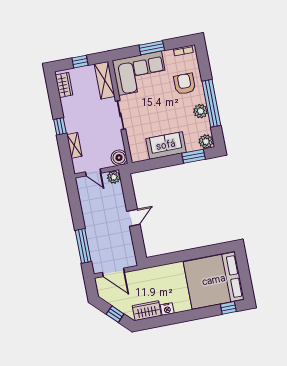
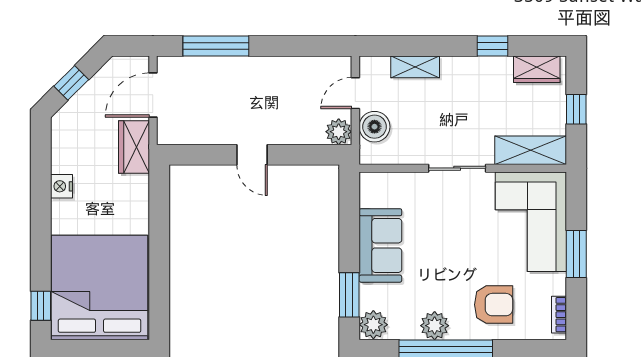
window: (60, 126) -> (492, 46), moved
boiler: (119, 158) -> (374, 127), moved
wardrobe: (147, 311) -> (134, 147), moved, turned 180

